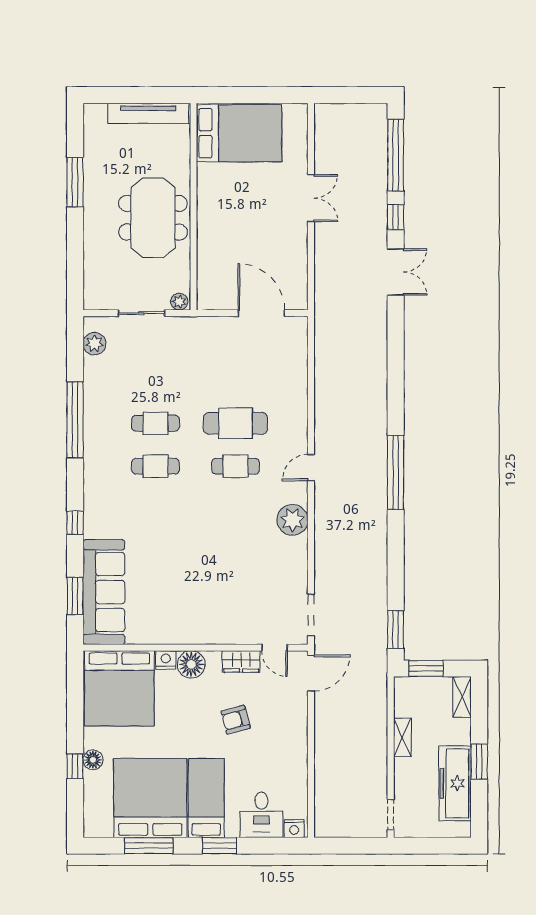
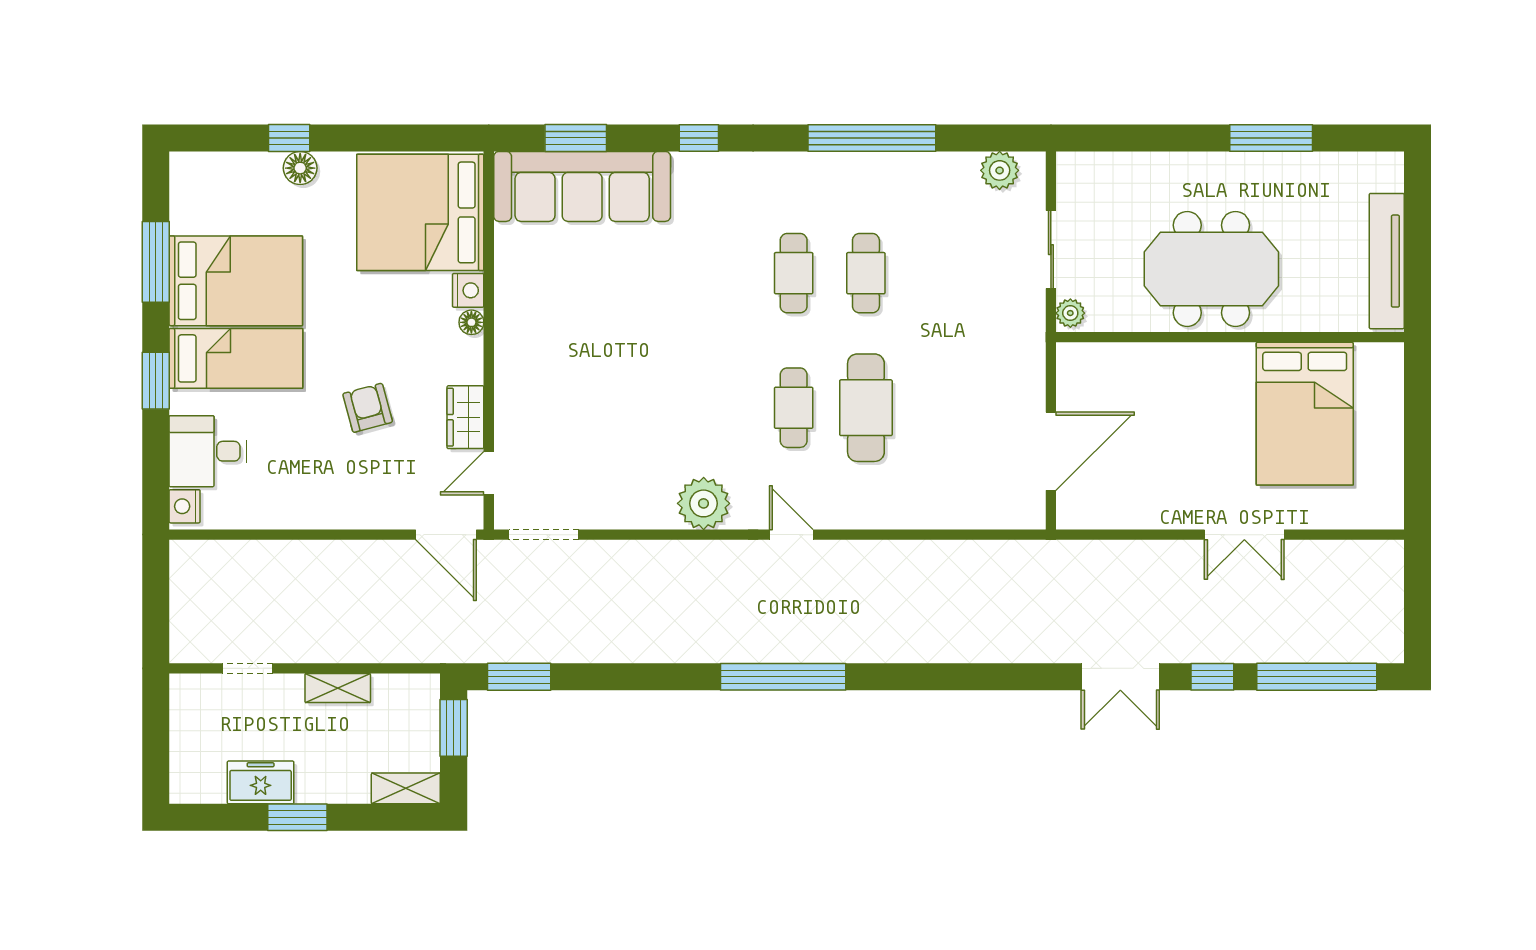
bed: (239, 133) -> (1305, 414), moved
floor lamp: (191, 664) -> (471, 322), width x0.53, depth x0.53
freezer: (455, 783) -> (261, 782), width x0.52, depth x0.79
bed: (150, 798) -> (236, 281), width x0.73
doorway: (391, 815) -> (247, 668), moved

